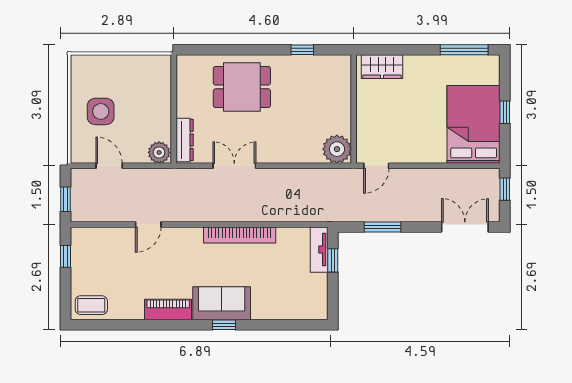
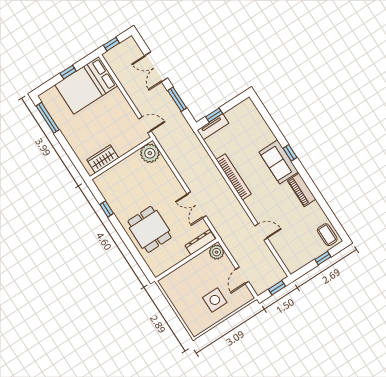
wardrobe: (382, 67) -> (103, 159), moved, turned -90
double door: (465, 227) -> (156, 67), moved
window: (66, 256) -> (323, 258), moved

